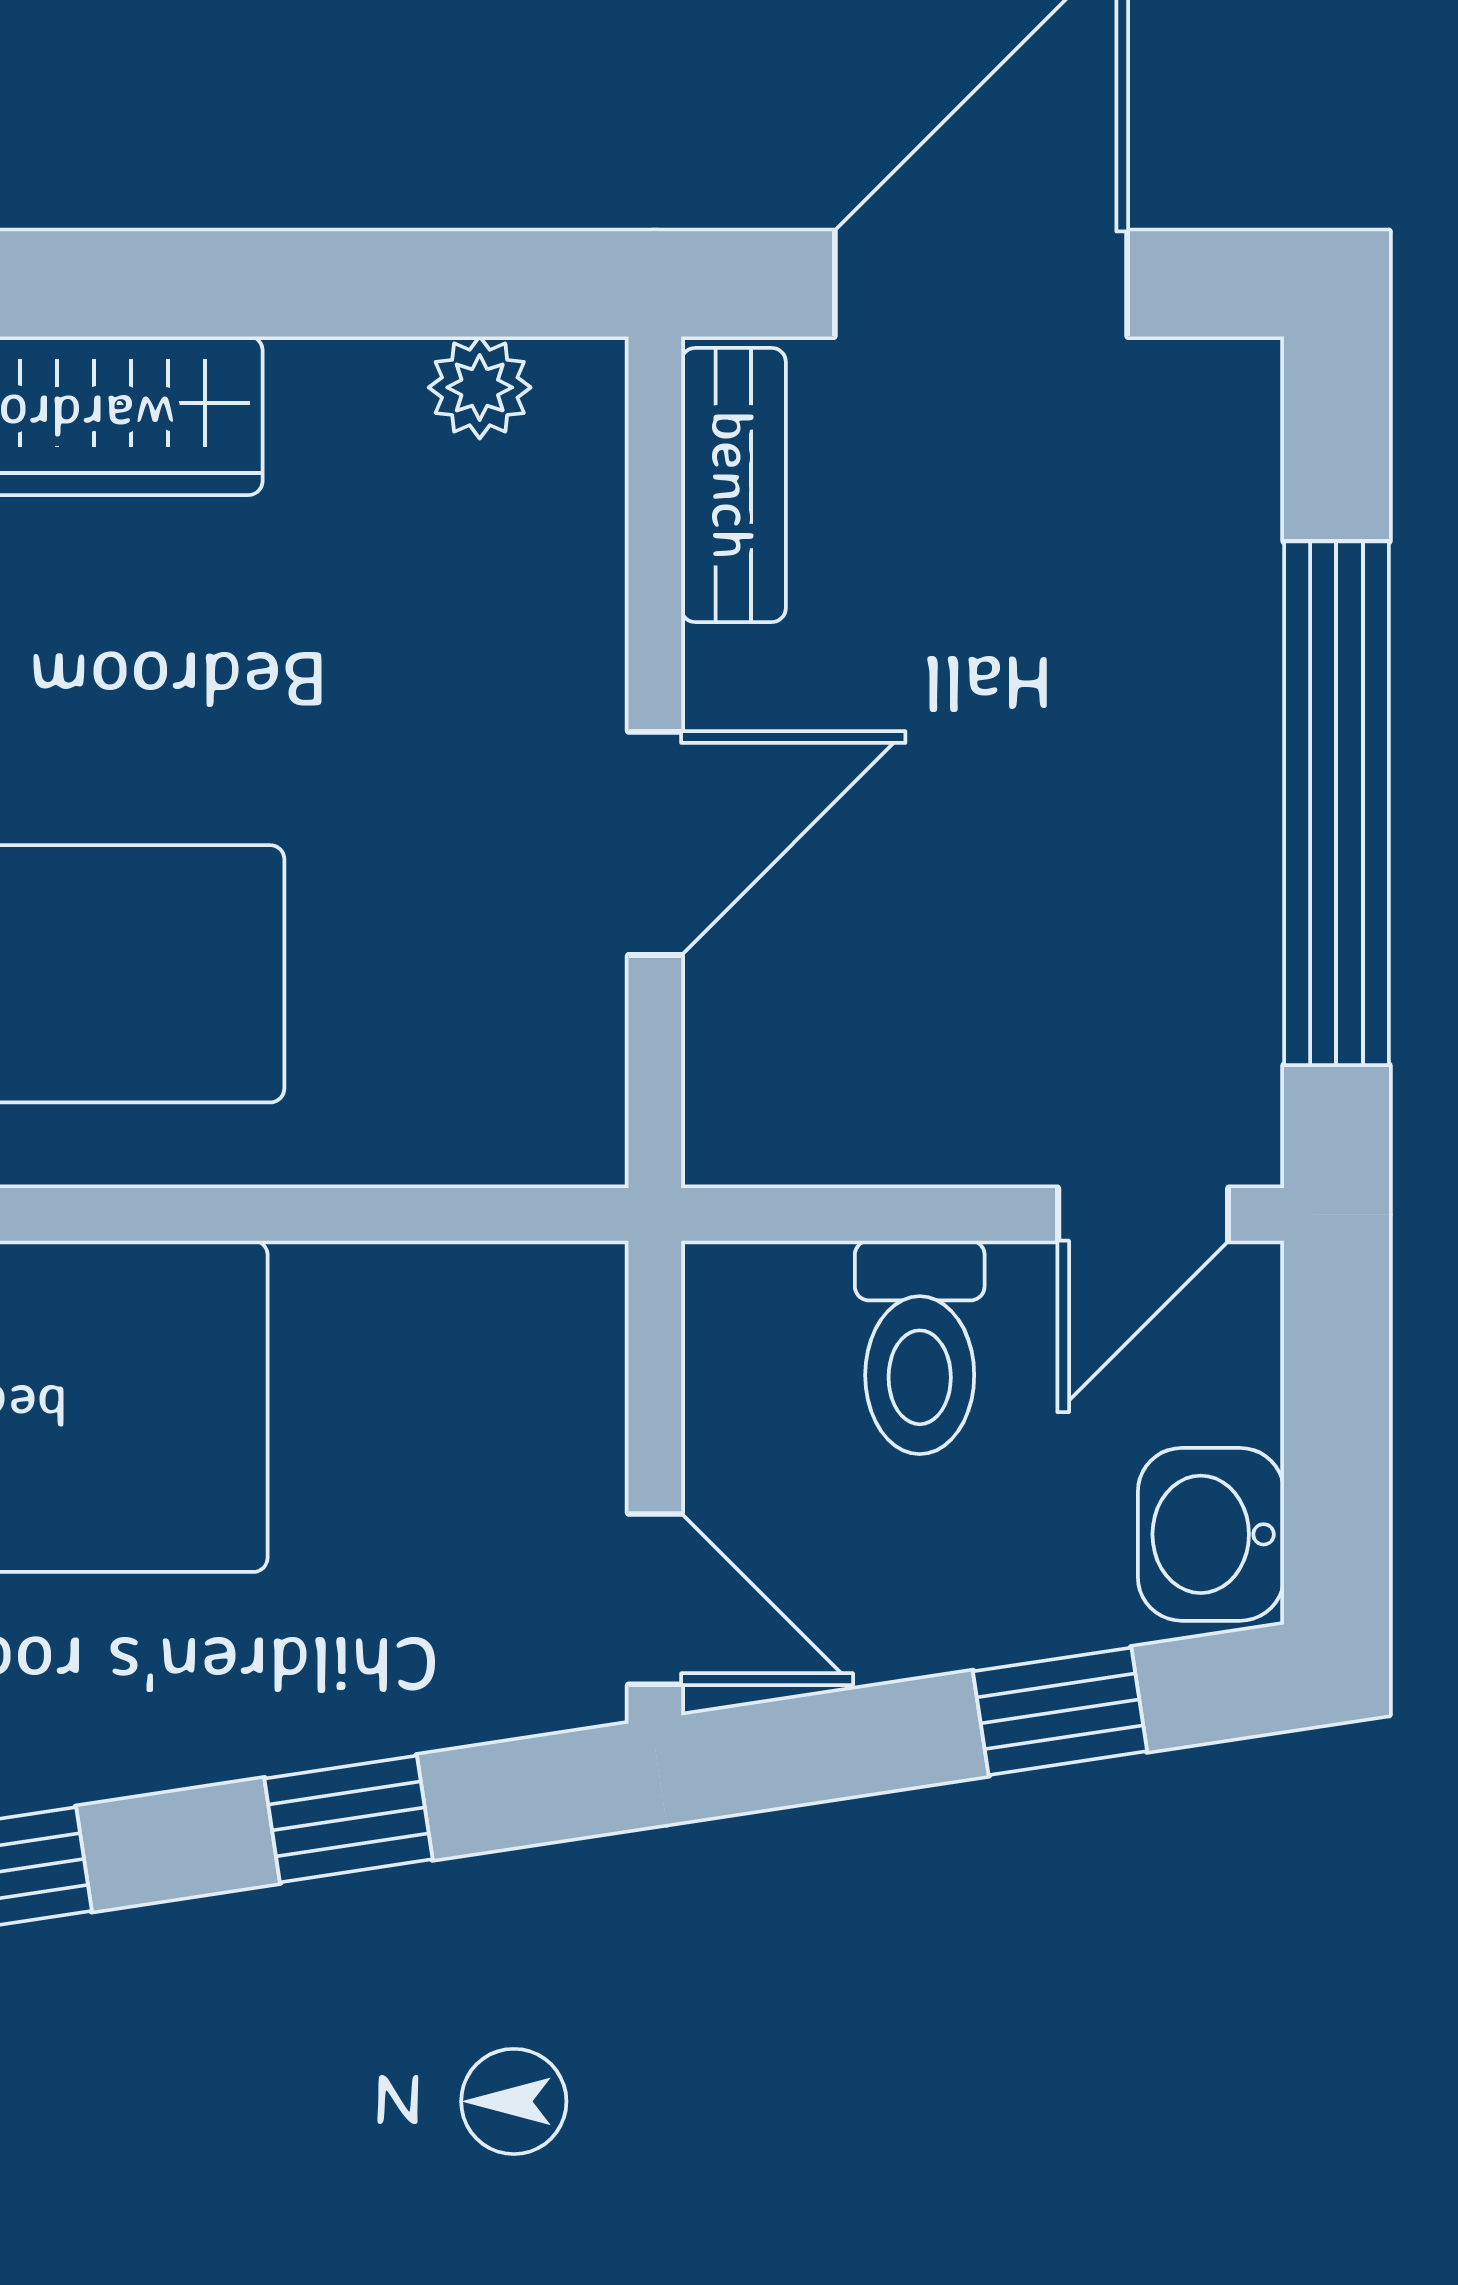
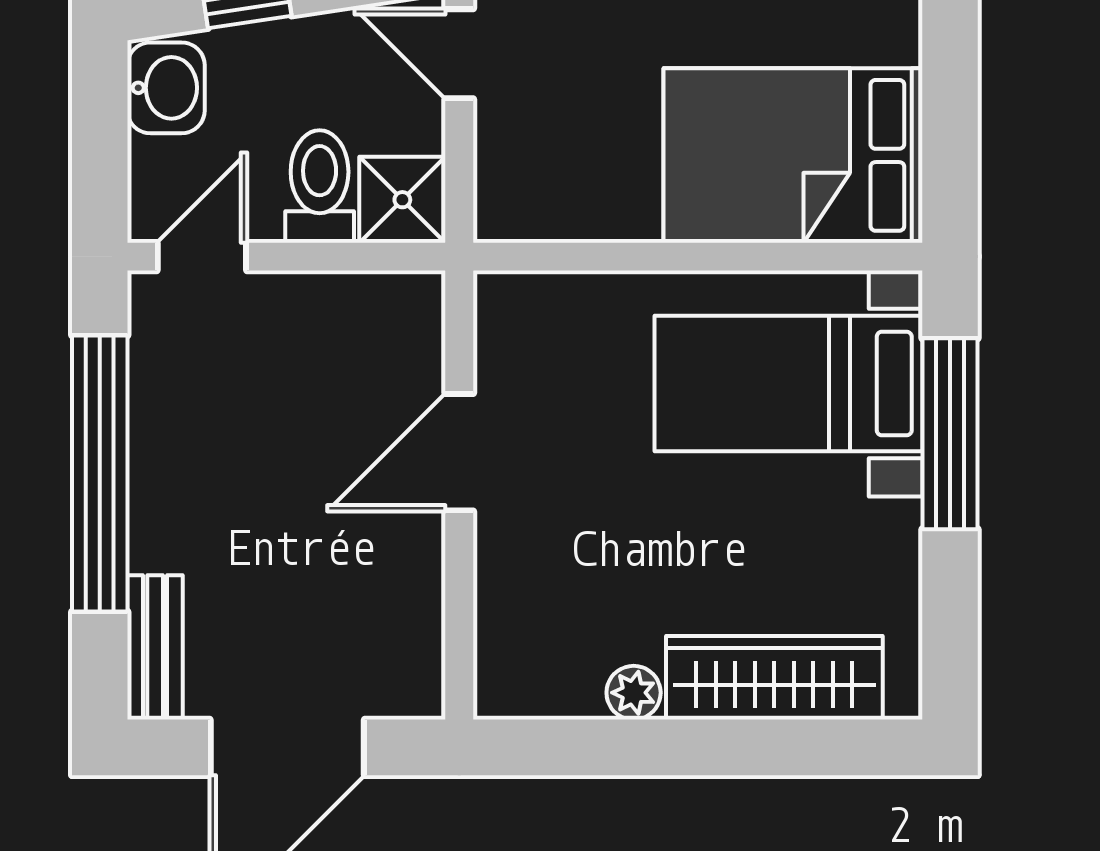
plant: (480, 387) -> (634, 693), moved
bench: (733, 485) -> (155, 647), moved
shower: (763, 1322) -> (402, 200), added

